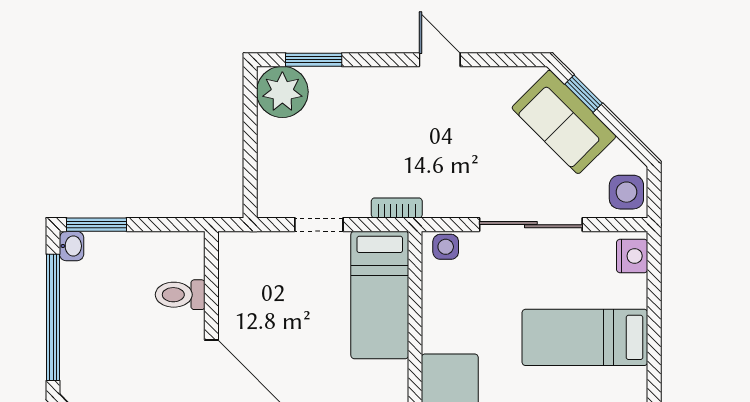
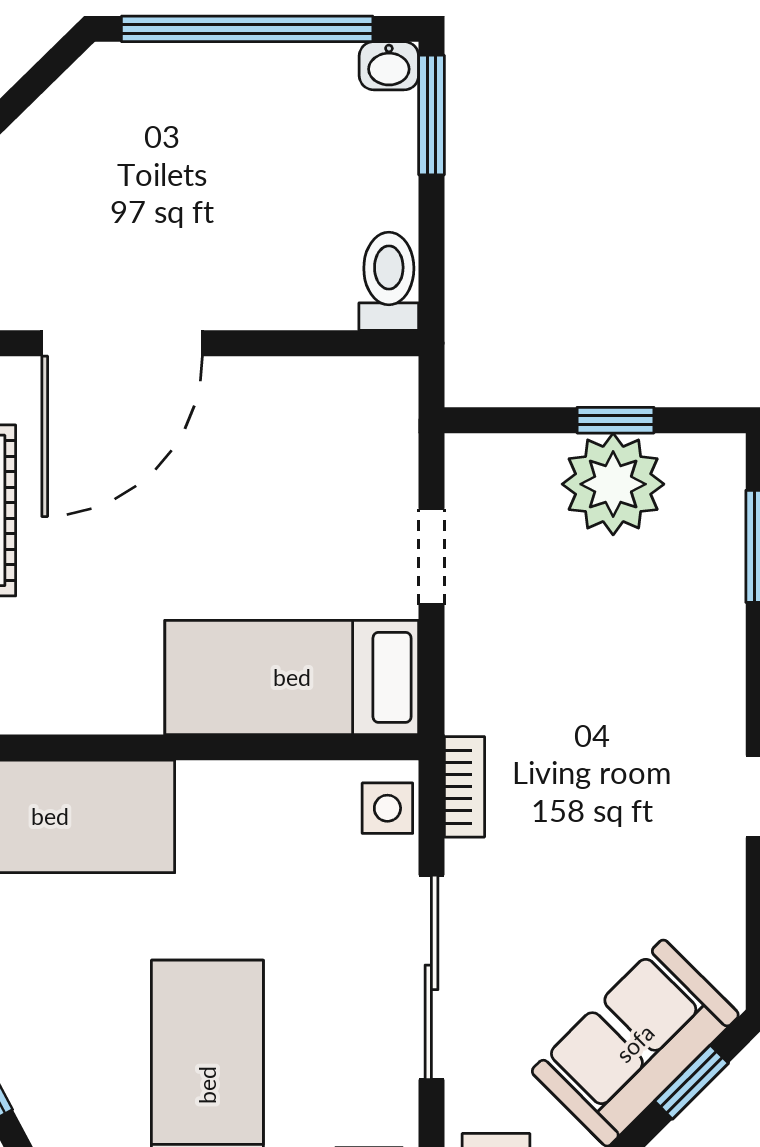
plant: (282, 92) -> (613, 484), moved
window: (250, 132) -> (616, 420), added
bookcase: (397, 208) -> (464, 787), moved
toilet: (180, 295) -> (389, 281), moved

